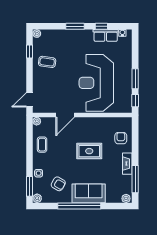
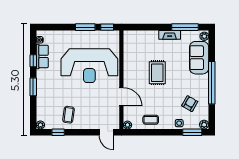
armchair: (121, 138) -> (144, 41), removed
sofa: (89, 193) -> (199, 58), moved

